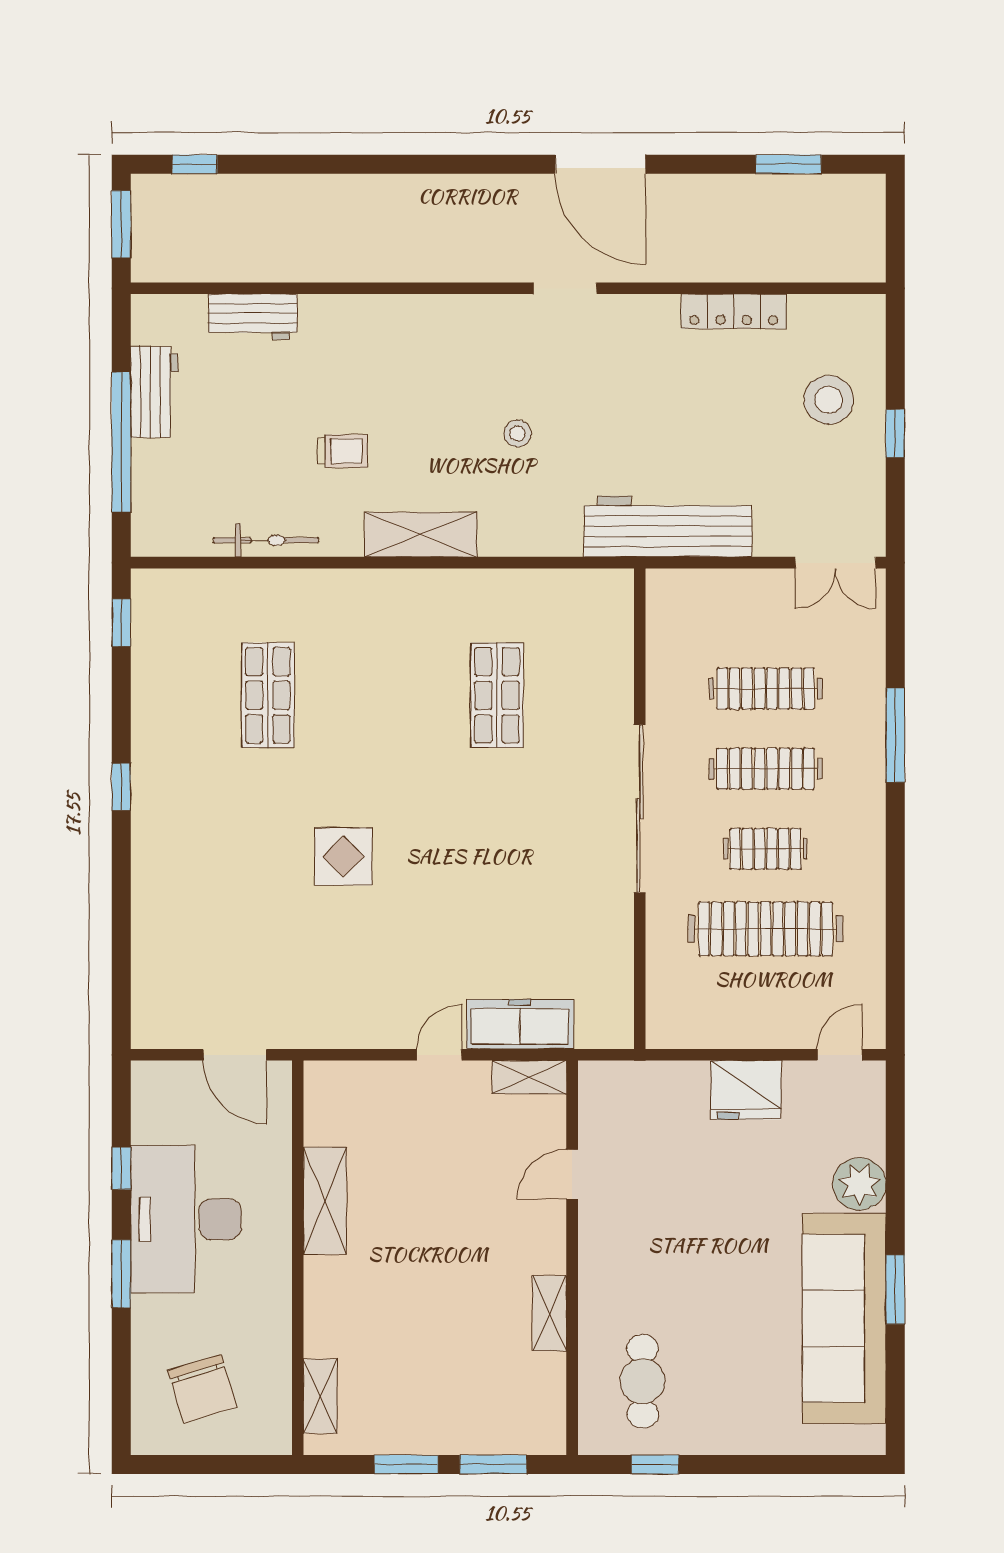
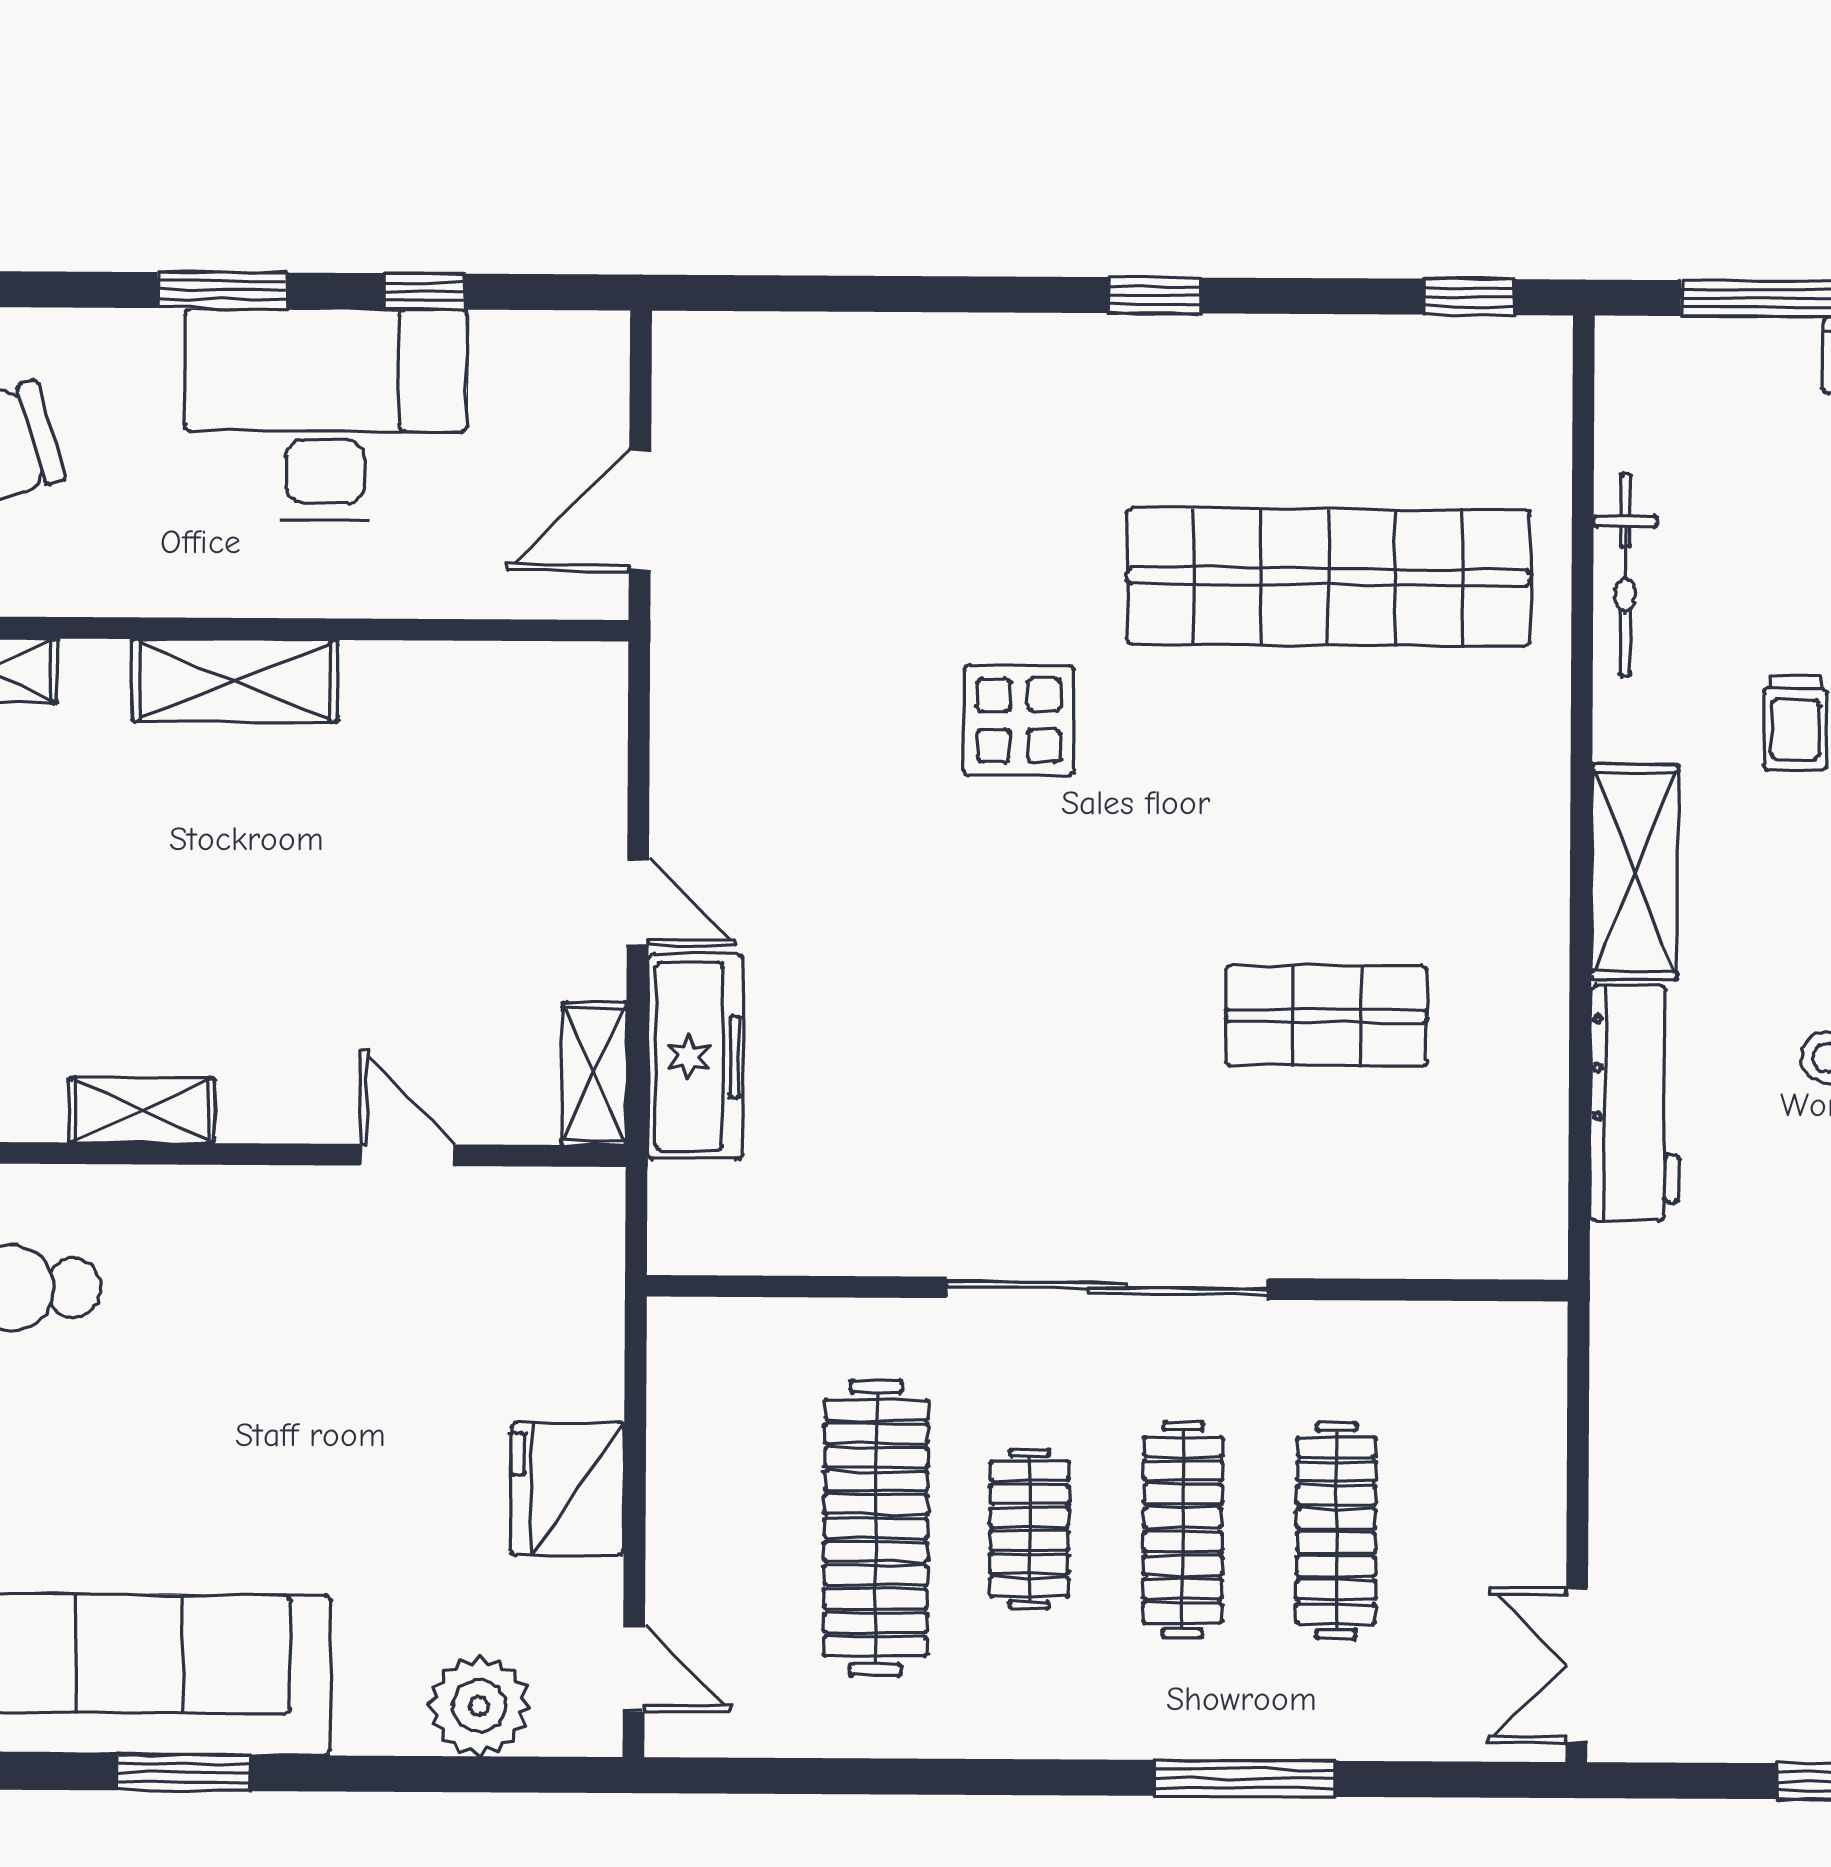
workbench: (668, 526) -> (1635, 1103), moved, width x0.73, depth x0.76
shop shelf: (268, 695) -> (1328, 577), width x2.00, depth x1.36
plant: (859, 1184) -> (479, 1706), moved
shelving: (325, 1201) -> (235, 681), moved

